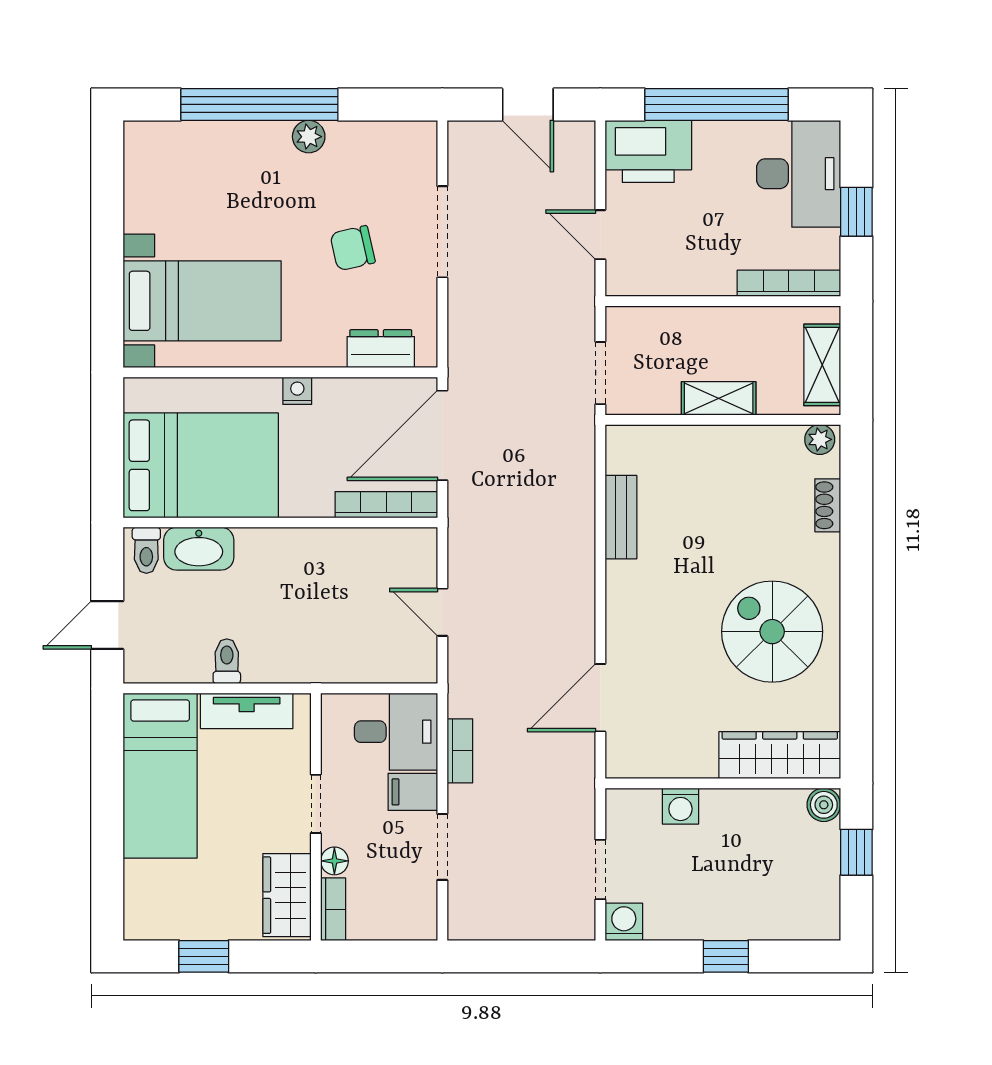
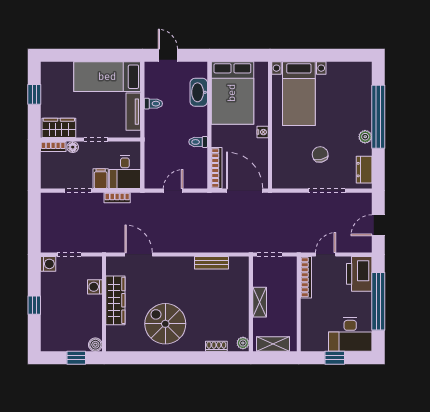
bookcase: (789, 283) -> (306, 277), moved
dresser: (381, 349) -> (364, 170), moved, turned 180
toilet: (146, 550) -> (198, 142), moved
spiral stairs: (772, 632) -> (165, 324), turned -90
wardrobe: (780, 755) -> (115, 300), moved

